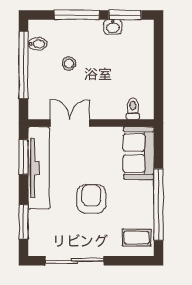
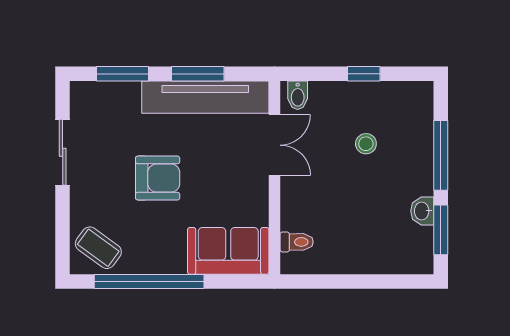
bidet: (38, 44) -> (298, 95), moved
window: (24, 65) -> (364, 74), width x0.32
window: (24, 157) -> (198, 74), moved
coffee table: (137, 238) -> (98, 248), turned -54
sliding door: (75, 261) -> (63, 152), width x0.73

